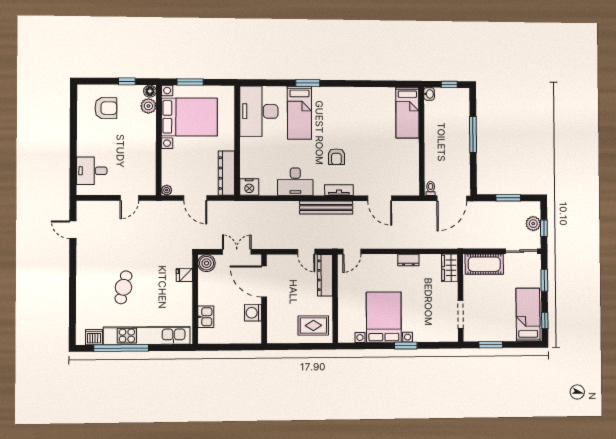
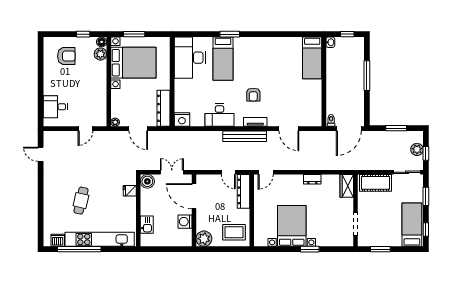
plant: (276, 334) -> (204, 239), added

